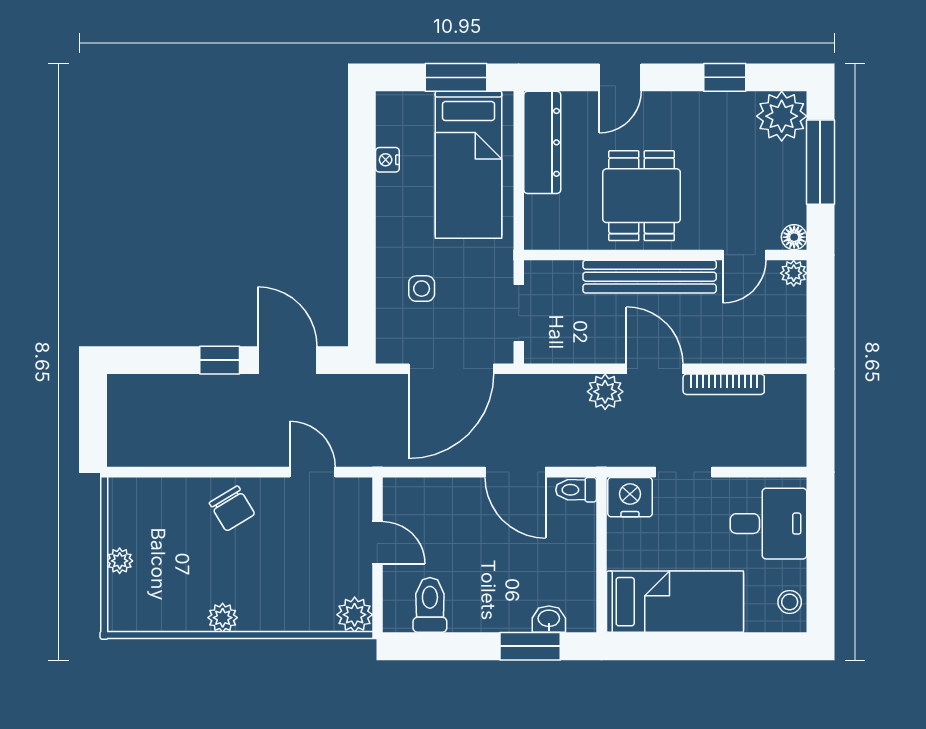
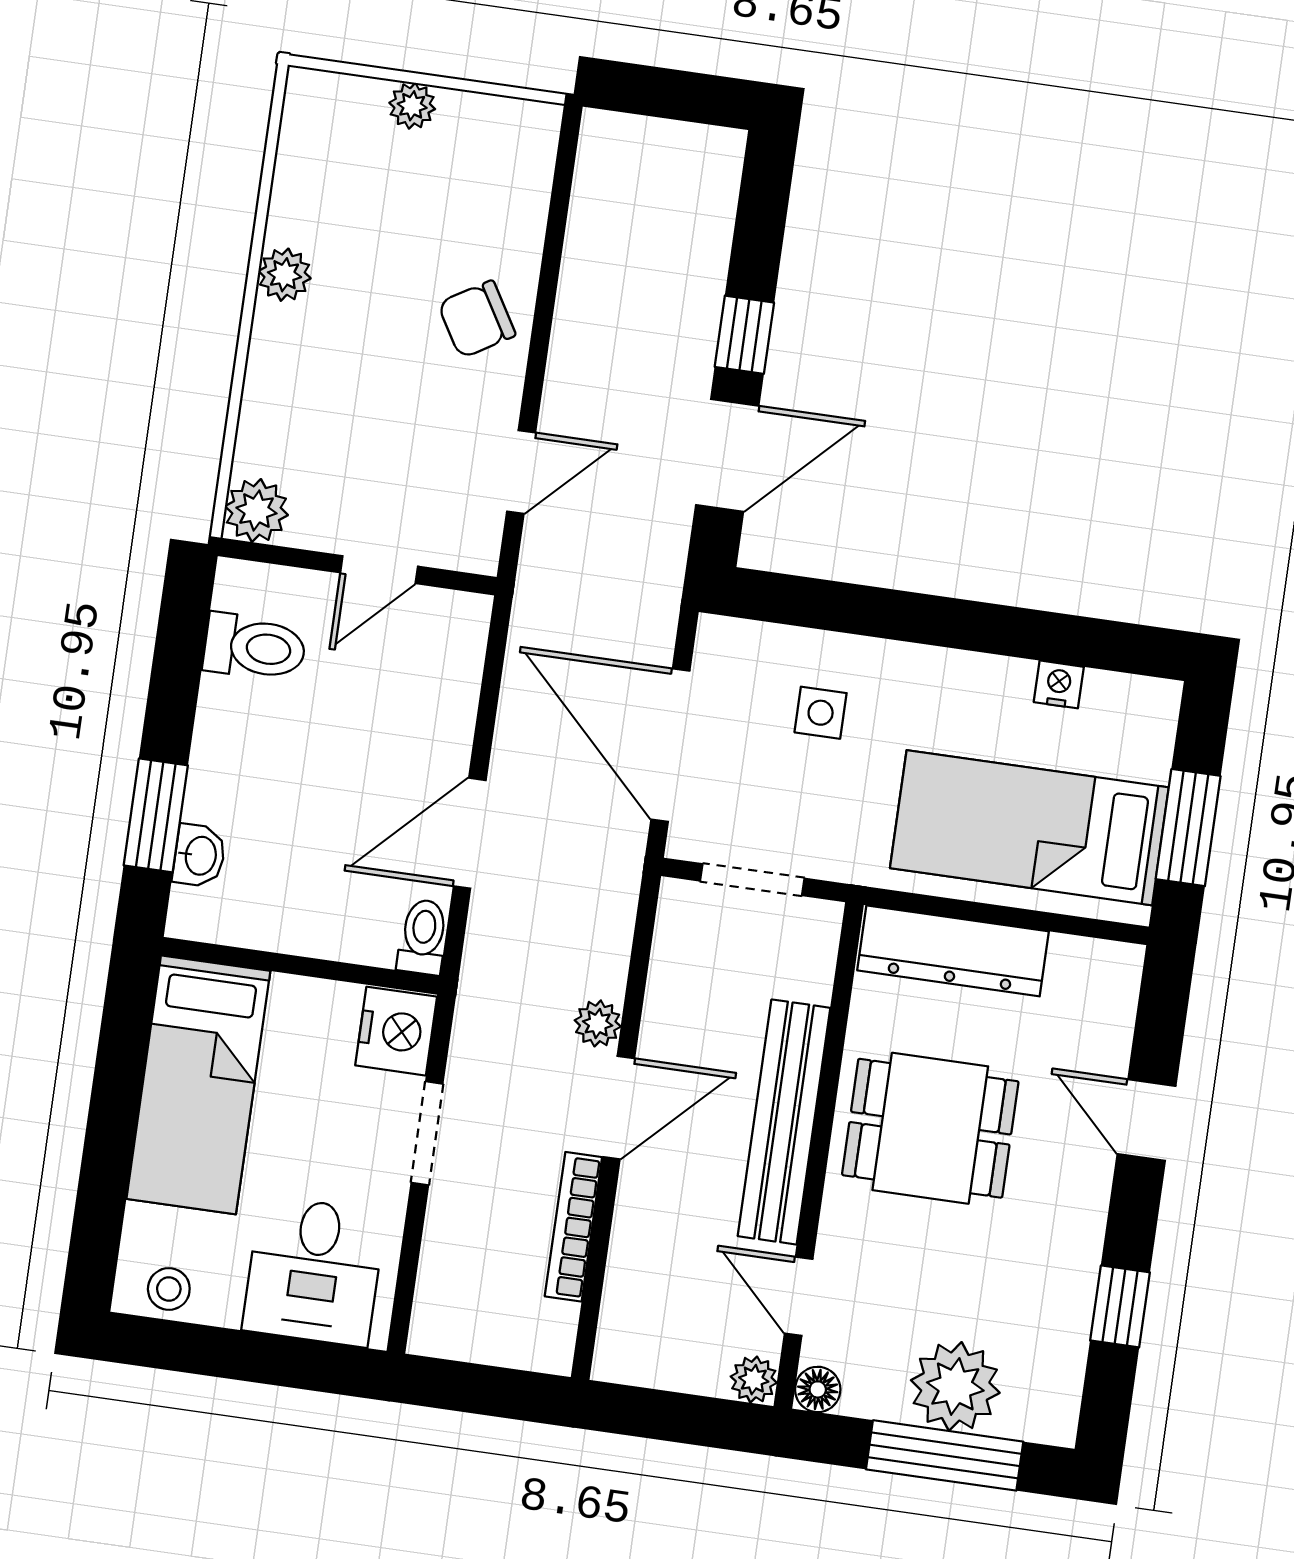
plant: (782, 116) -> (955, 1386), moved
dresser: (542, 142) -> (953, 951), moved
plant: (605, 392) -> (598, 1023), width x0.73, depth x0.73

